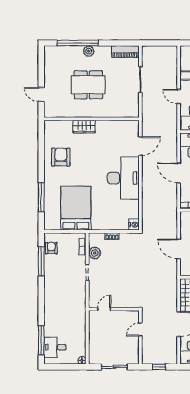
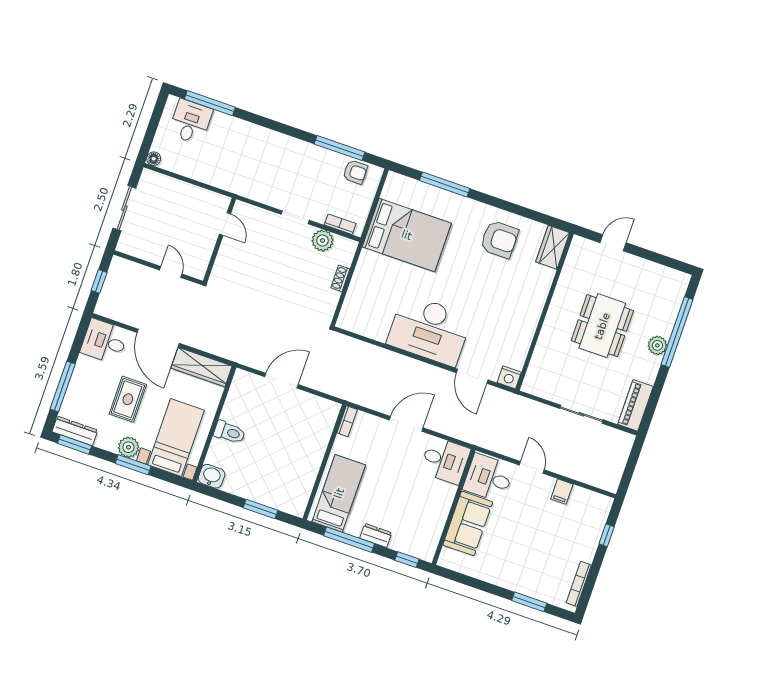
door: (179, 97) -> (532, 467), hinge flipped
wardrobe: (84, 127) -> (553, 247), moved
nightstand: (134, 225) -> (509, 377), moved

